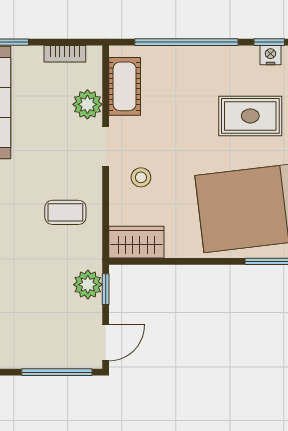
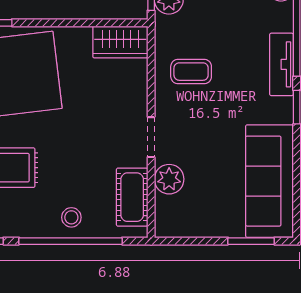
bookcase: (65, 54) -> (192, 230), removed
stool: (141, 177) -> (71, 217), moved

